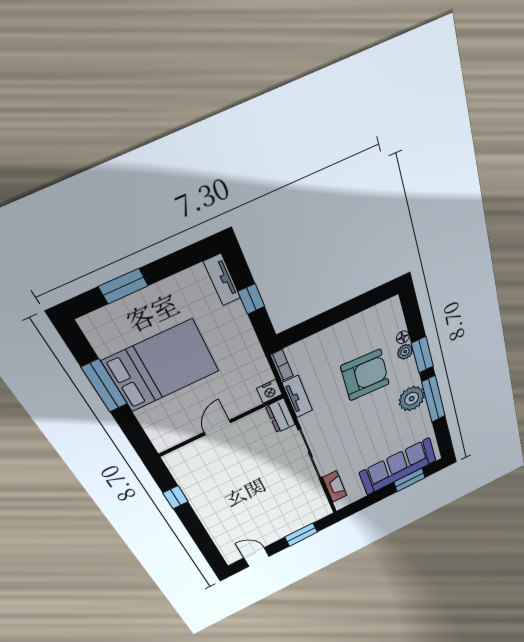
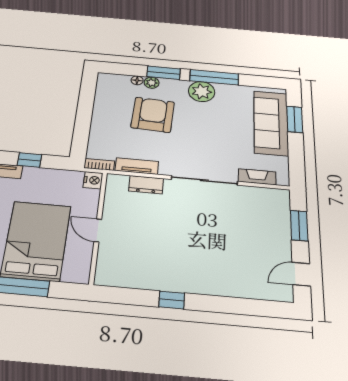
nightstand: (269, 391) -> (93, 180), moved
wall: (222, 425) -> (98, 226), moved
door: (217, 427) -> (98, 230), moved

